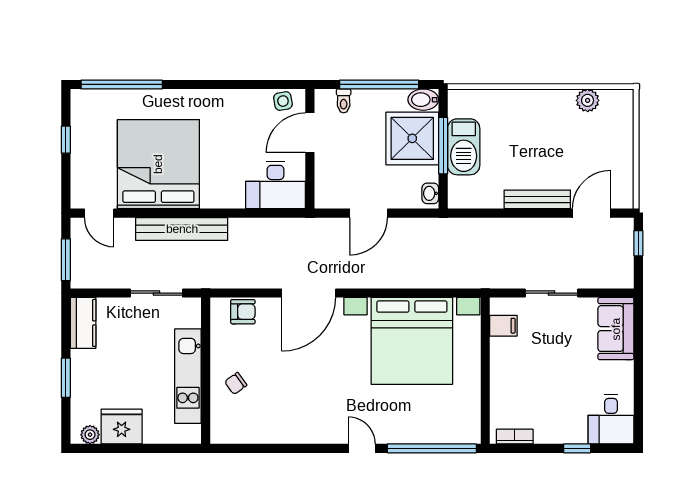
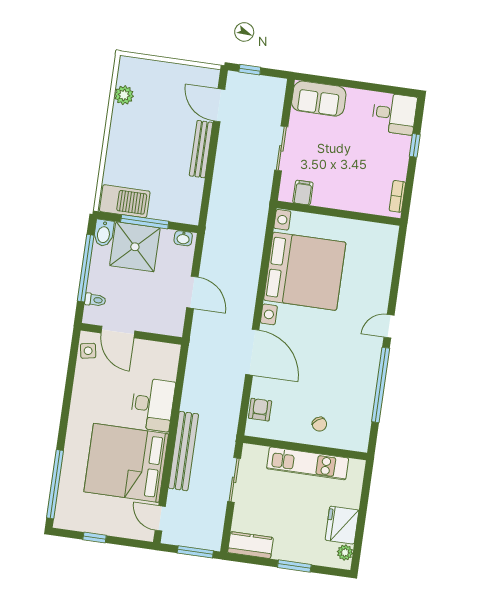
barbecue: (464, 147) -> (125, 201), moved
desk: (276, 185) -> (153, 404), moved
door: (99, 213) -> (160, 518), swing flipped
window: (432, 448) -> (381, 385), moved

